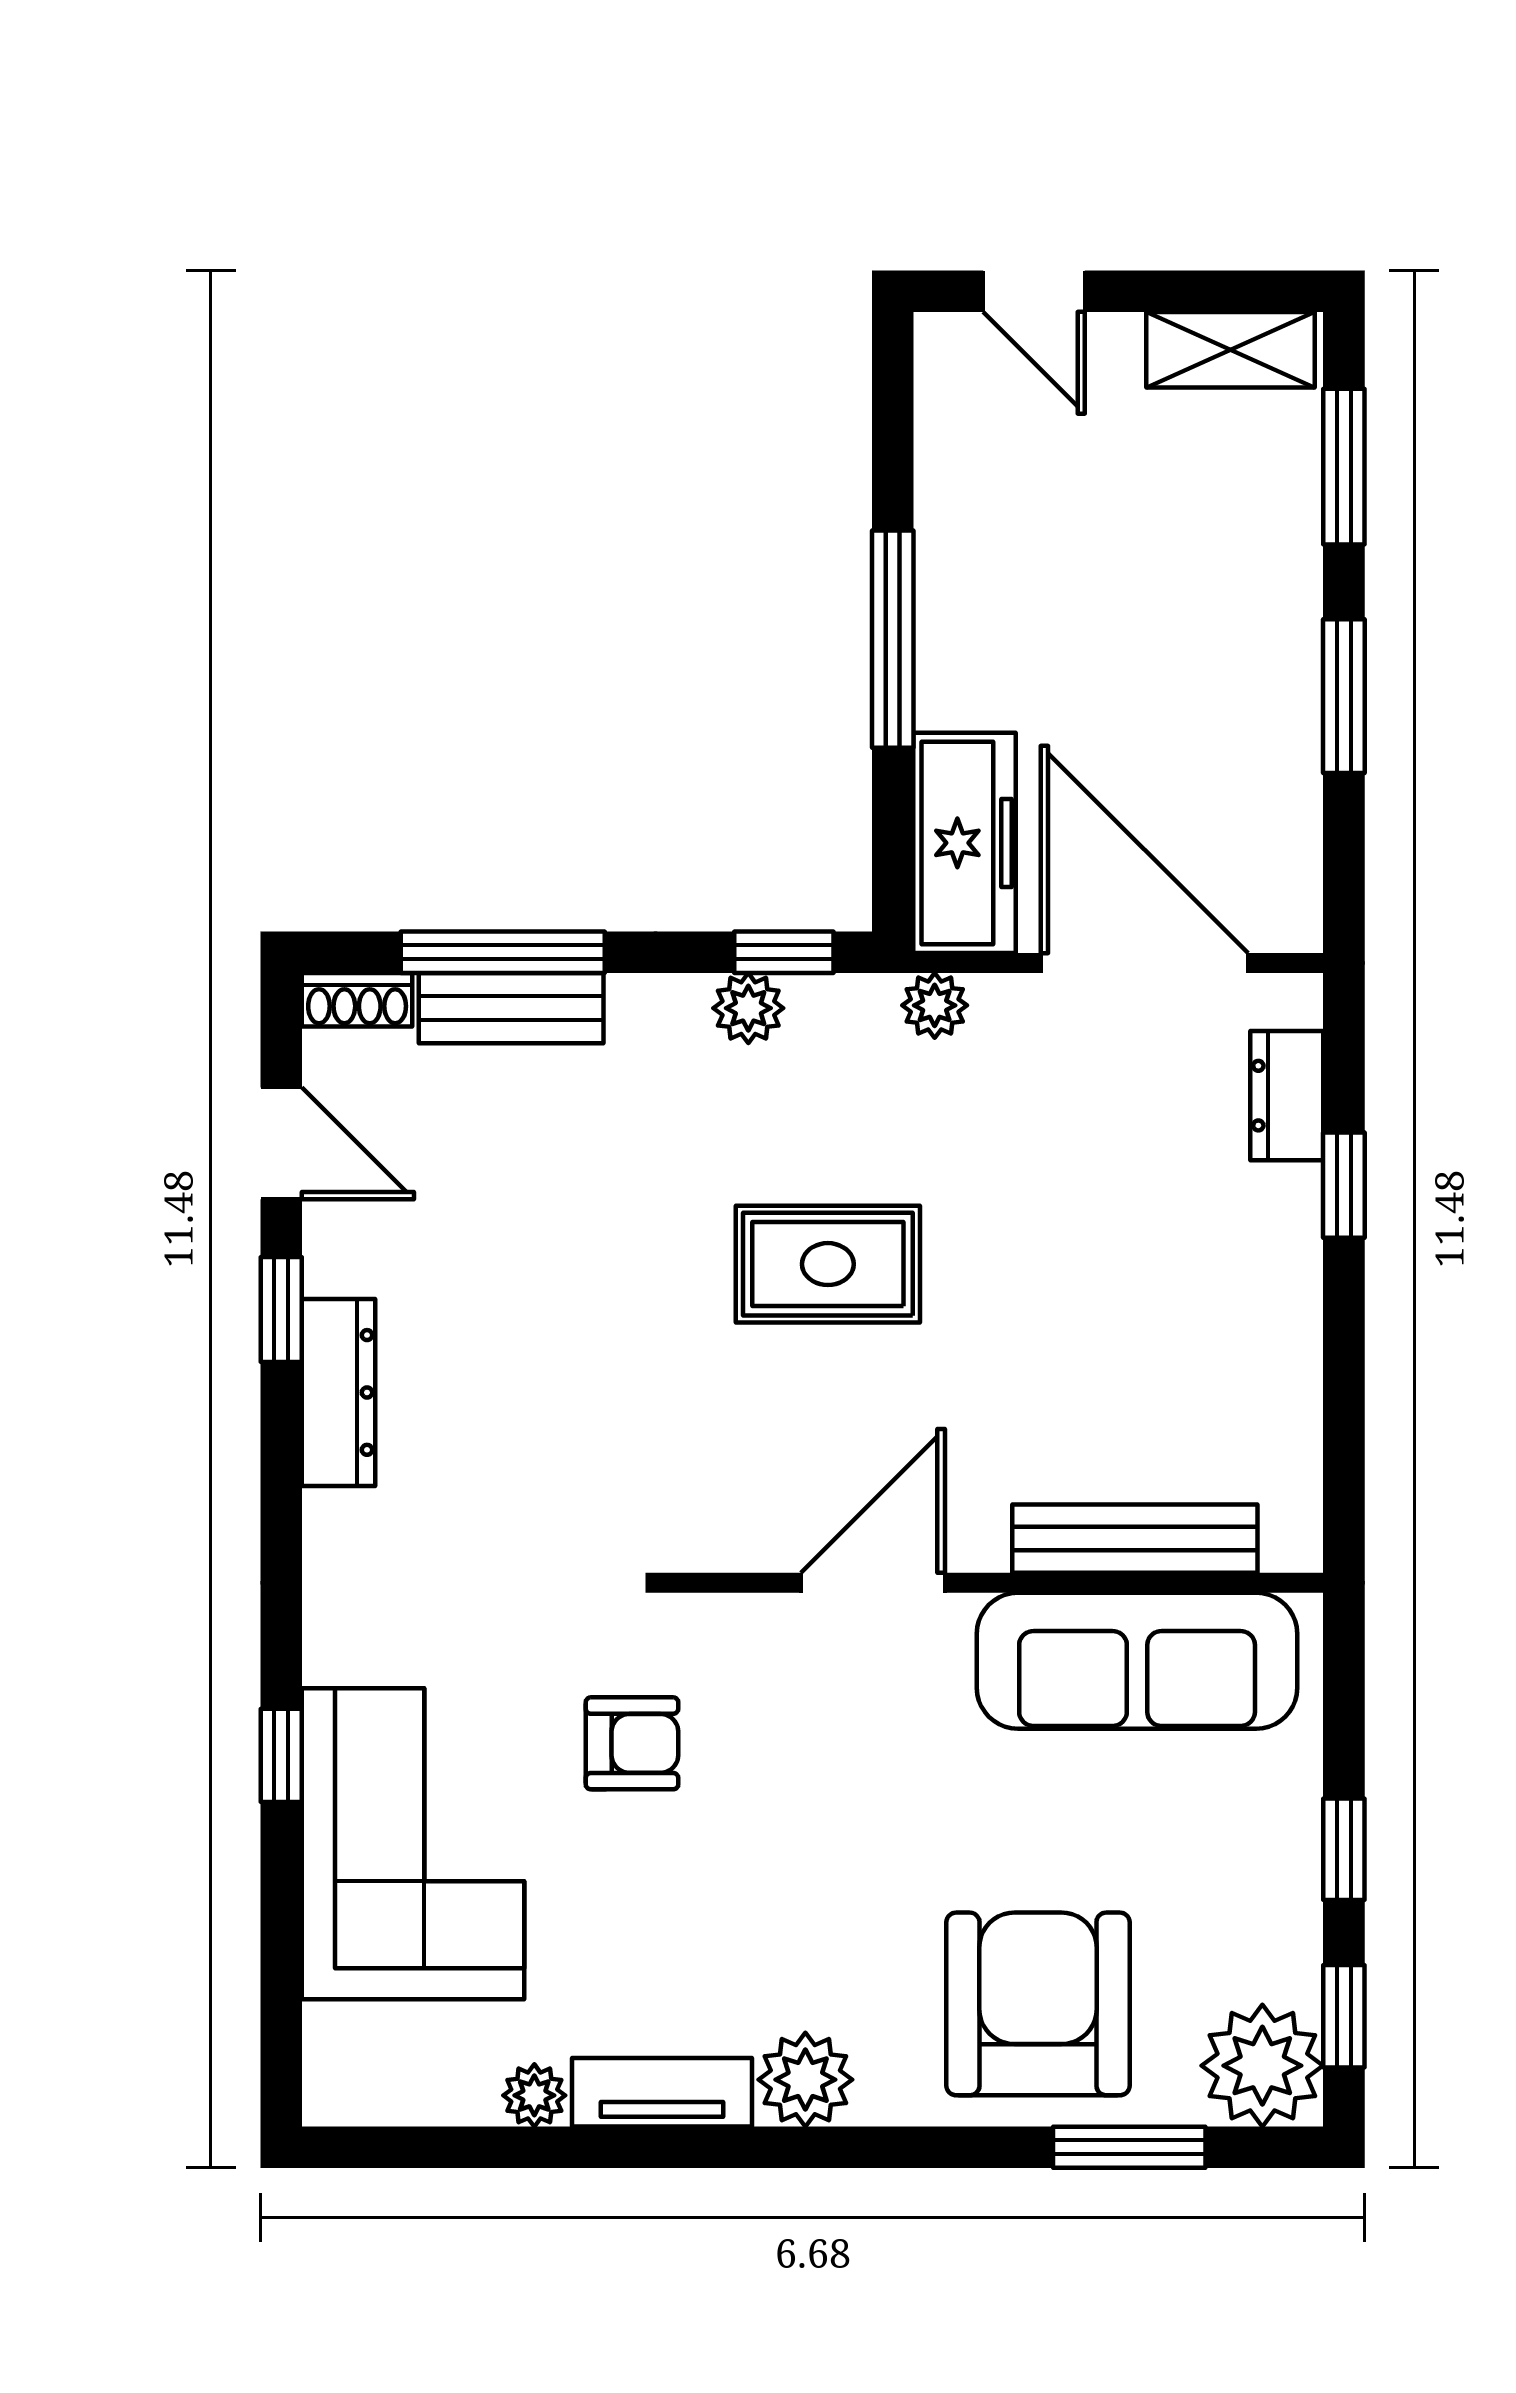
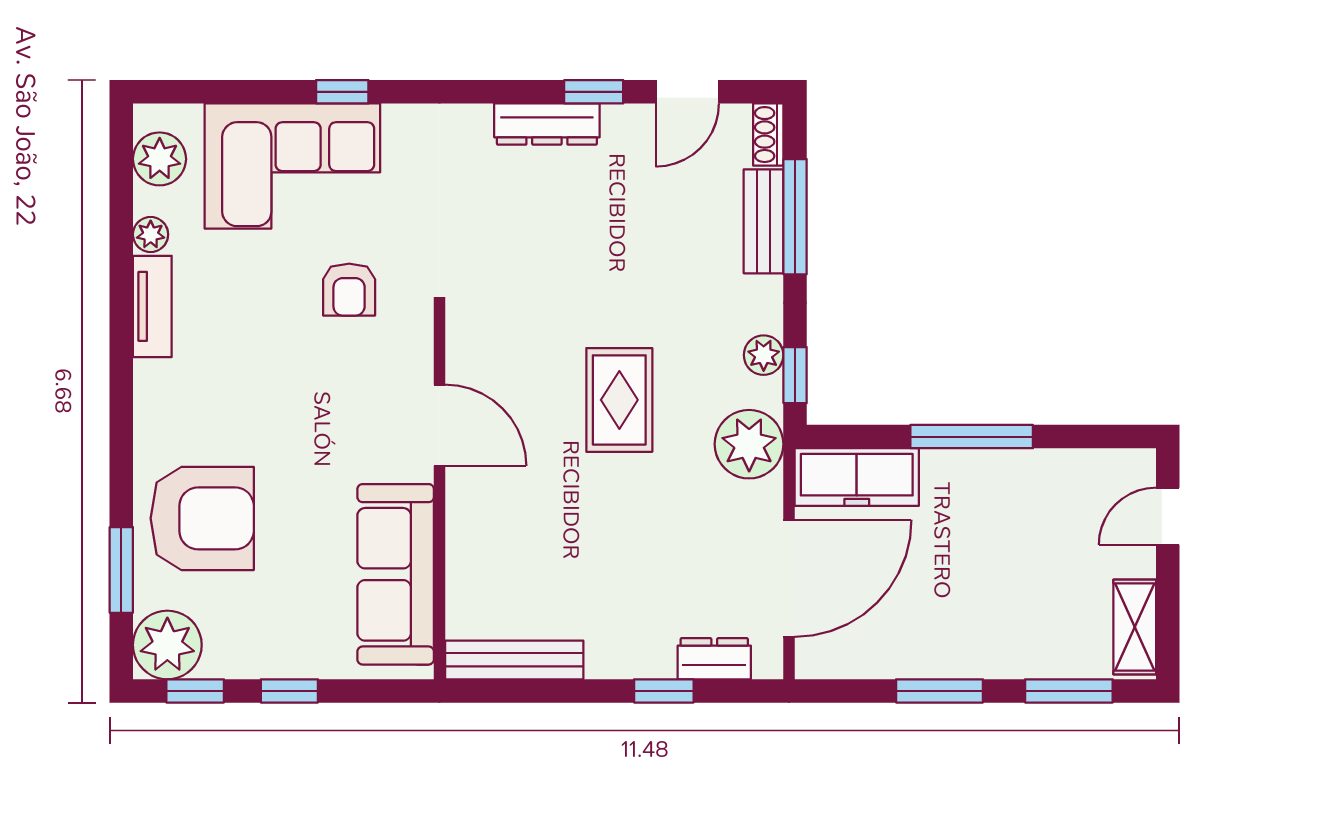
plant: (935, 1005) -> (749, 444), width x1.88, depth x1.88
bench: (1135, 1539) -> (514, 660), moved, turned 90
plant: (805, 2080) -> (160, 159), moved

